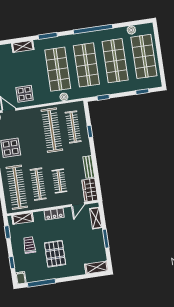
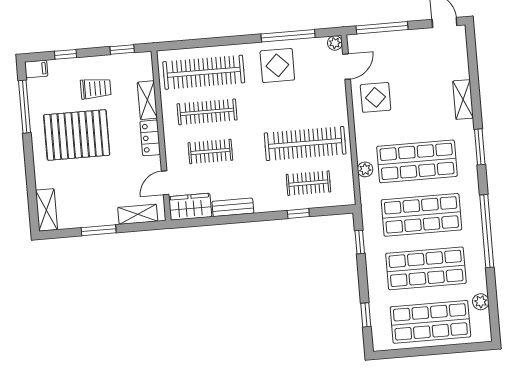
clothes rail: (73, 127) -> (308, 183), width x0.73
door: (78, 204) -> (165, 183), hinge flipped
shelving: (23, 218) -> (147, 100), moved
pallet: (55, 254) -> (77, 135), width x1.37, depth x1.41

